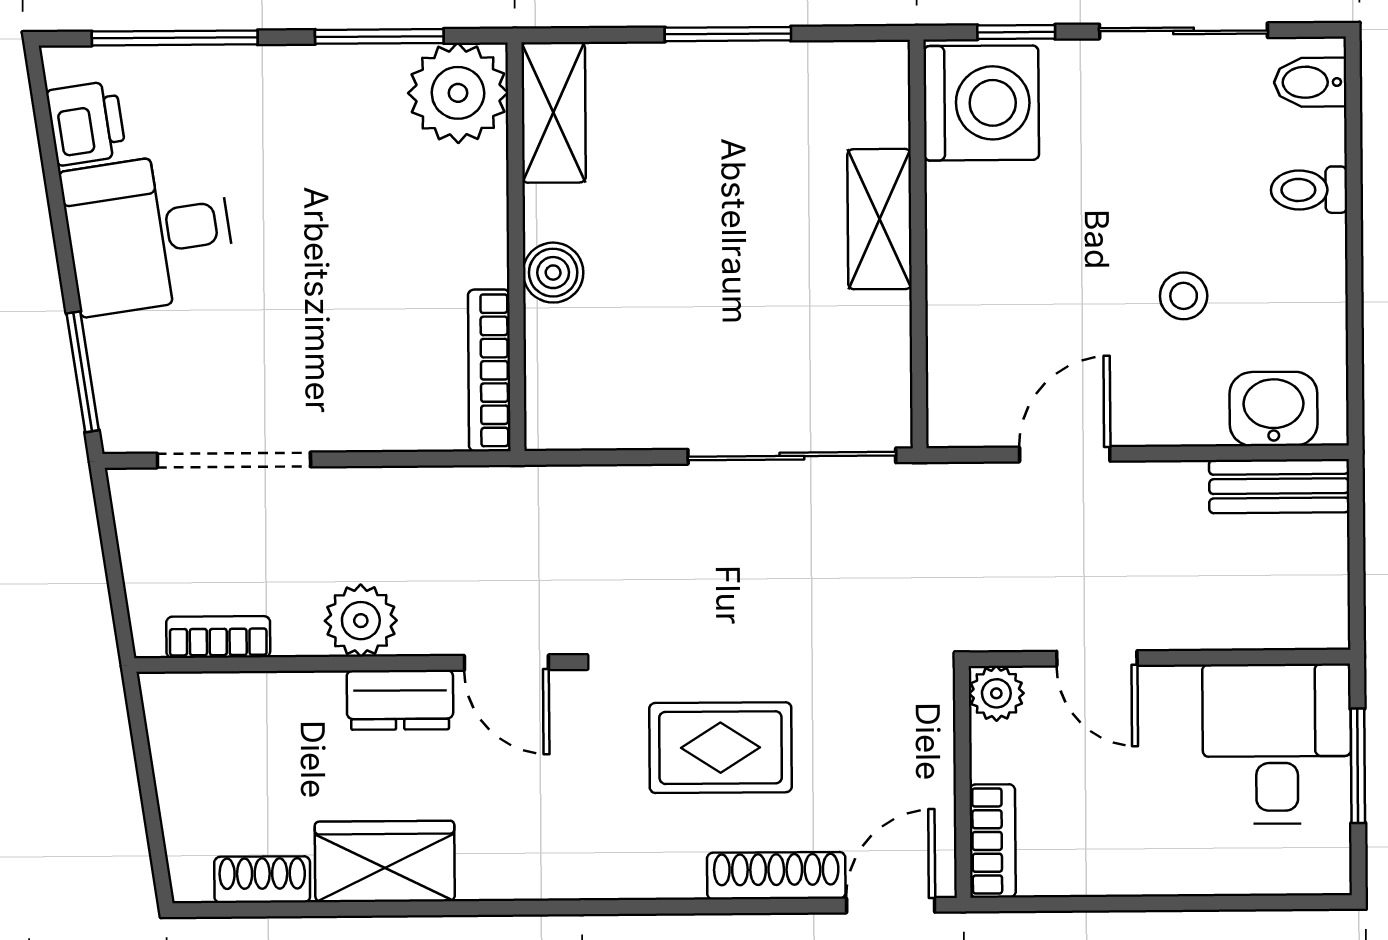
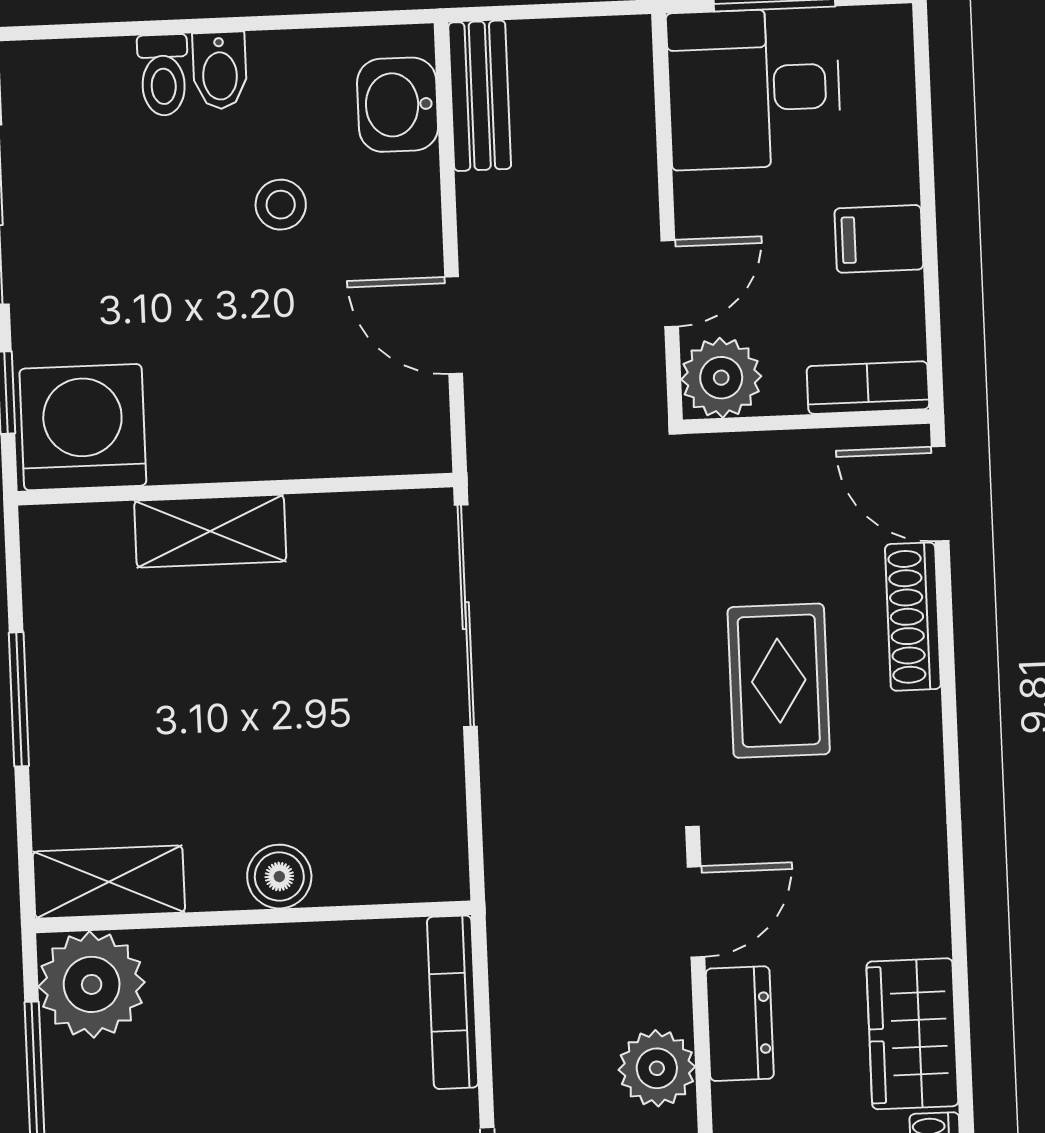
bidet: (1310, 82) -> (220, 71), moved
bookcase: (489, 370) -> (453, 1002), moved, turned 90
plant: (996, 693) -> (721, 378), width x1.38, depth x1.38
filing cabinet: (1132, 856) -> (879, 239), added

